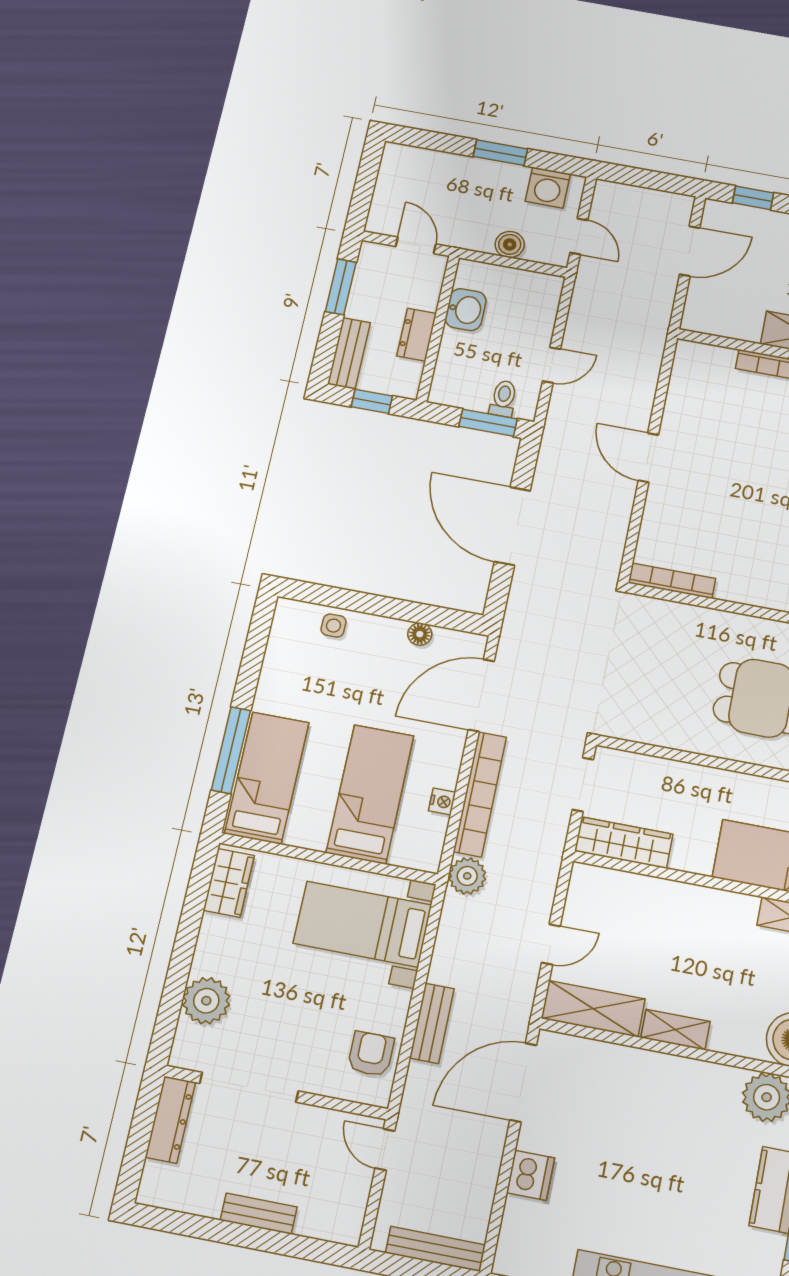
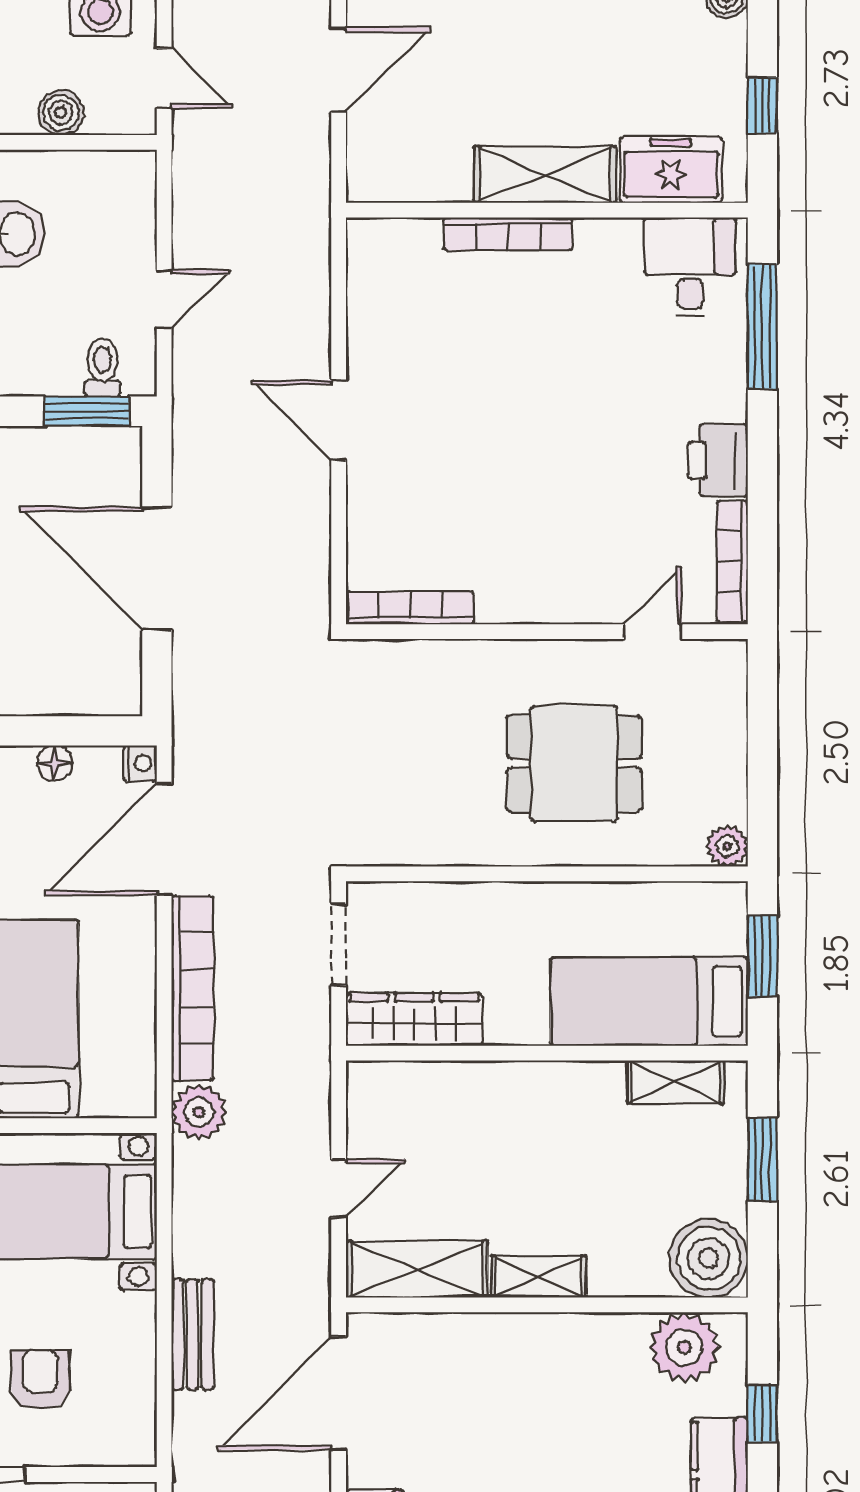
nightstand: (442, 802) -> (140, 763), moved
armchair: (371, 1054) -> (40, 1379), moved

